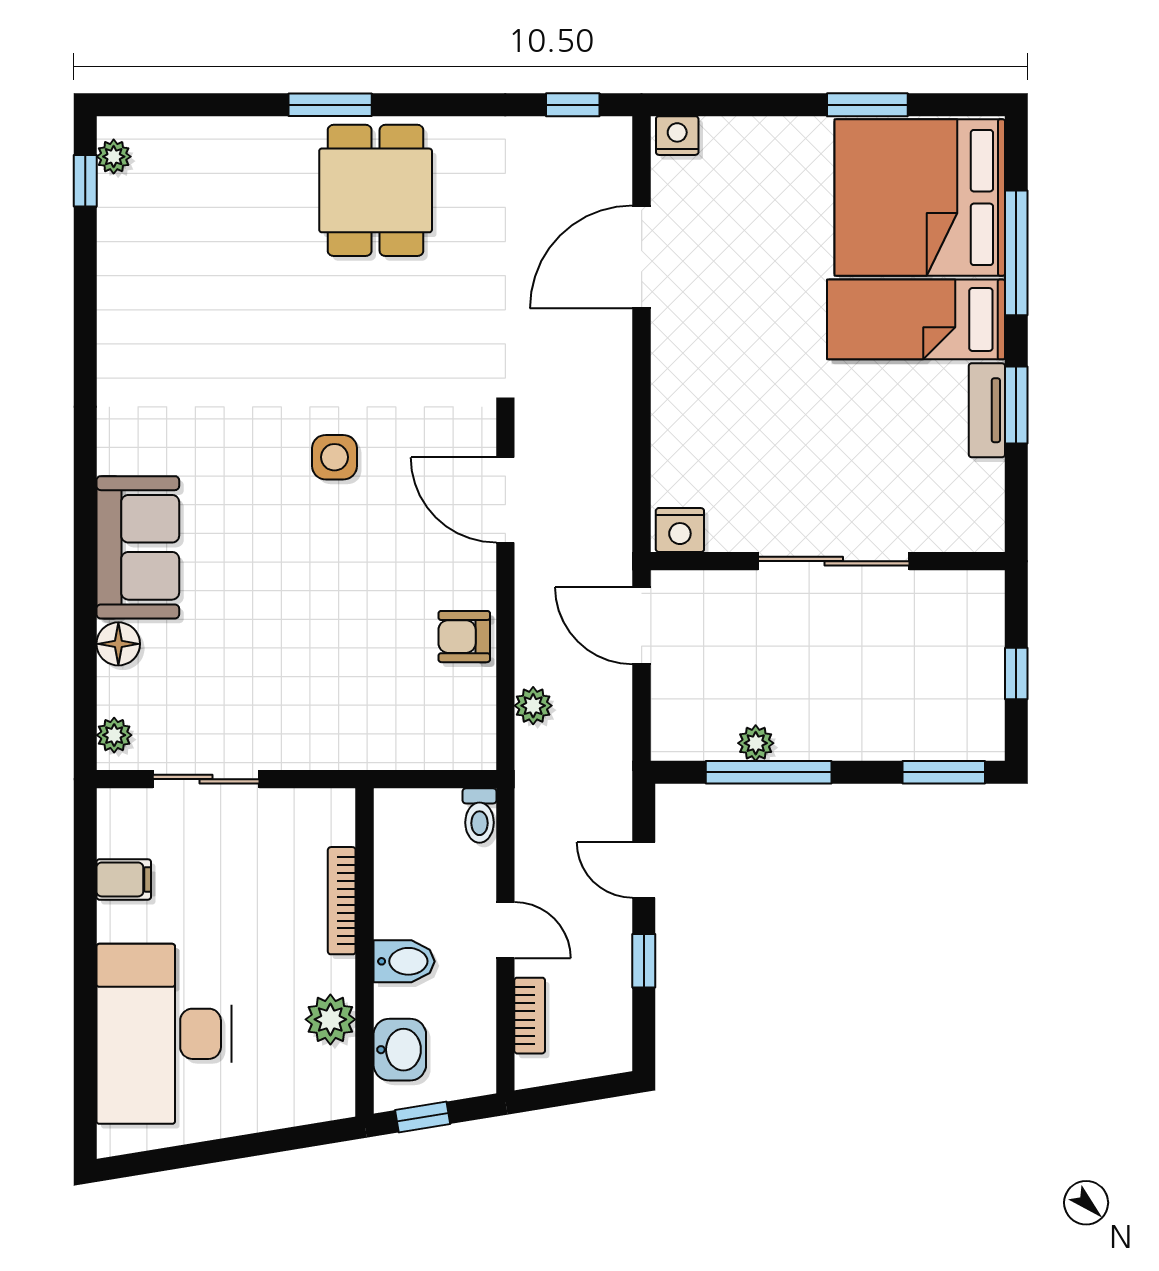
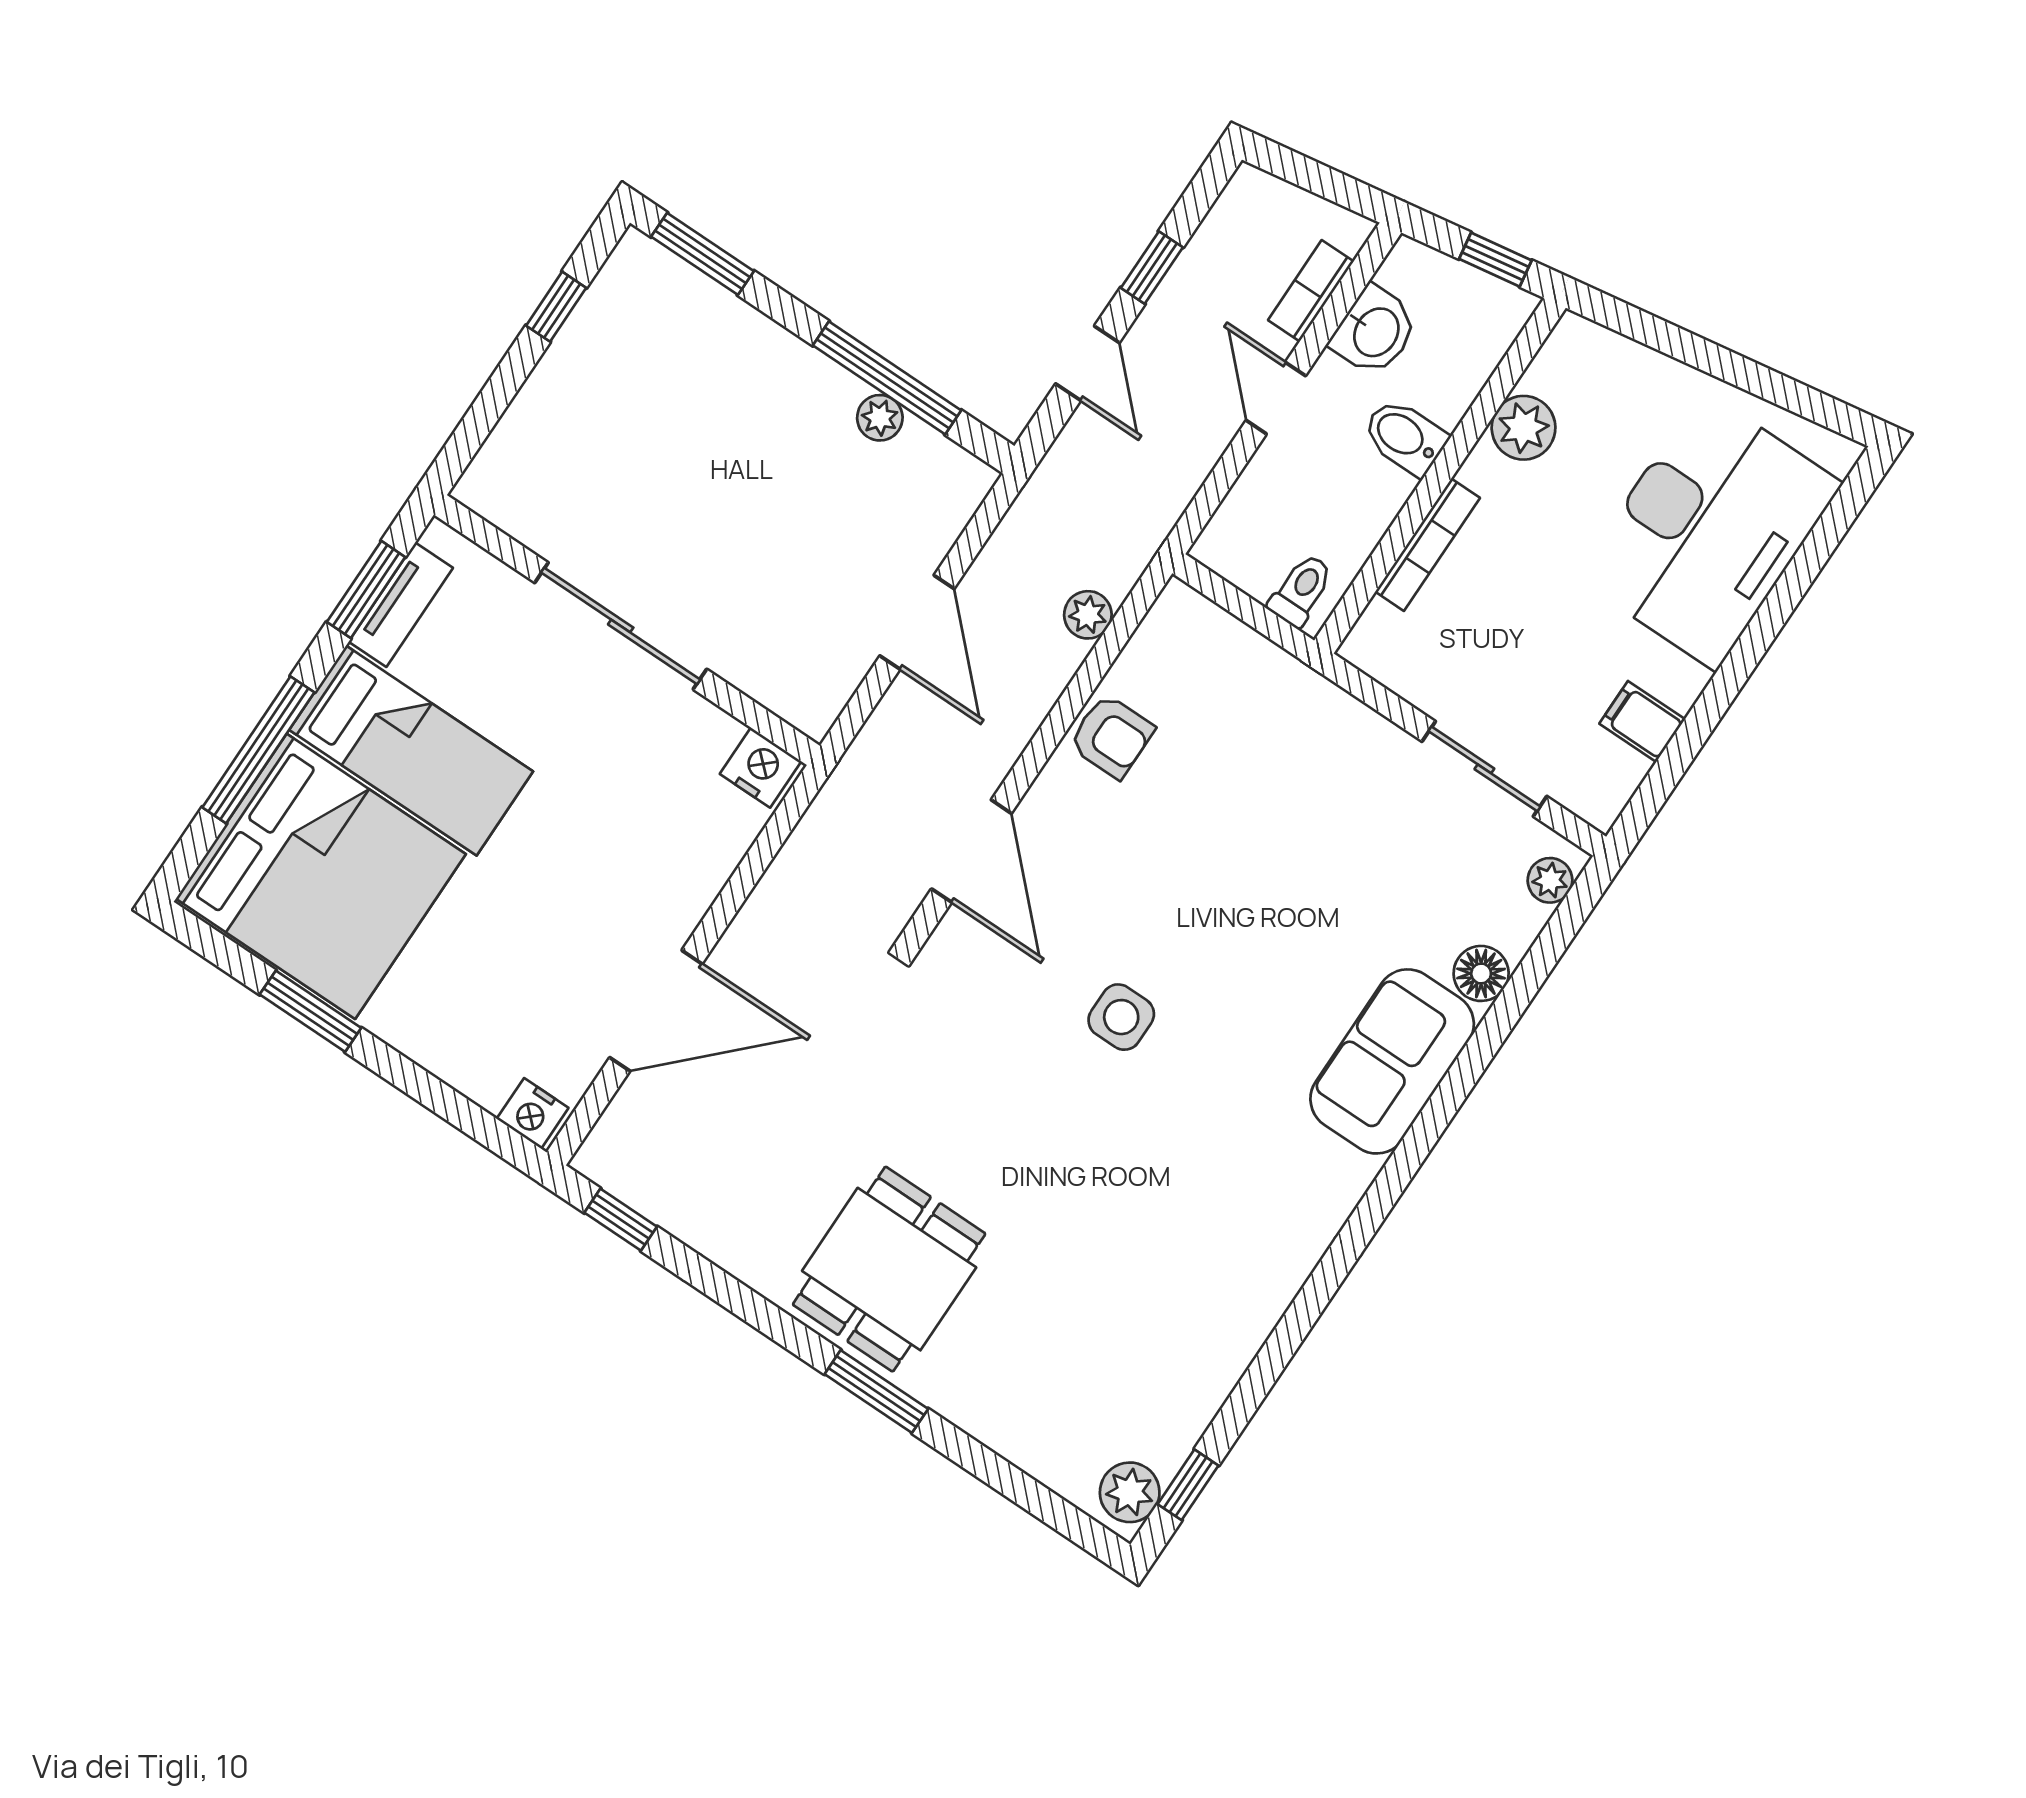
plant: (114, 157) -> (1130, 1492), width x1.38, depth x1.38
nightstand: (680, 530) -> (761, 768), moved
wall: (828, 561) -> (627, 630), moved
sliding door: (834, 561) -> (621, 626), moved
toilet: (480, 816) -> (1301, 590), moved
washbasin: (400, 1050) -> (1375, 331), moved, turned 180

